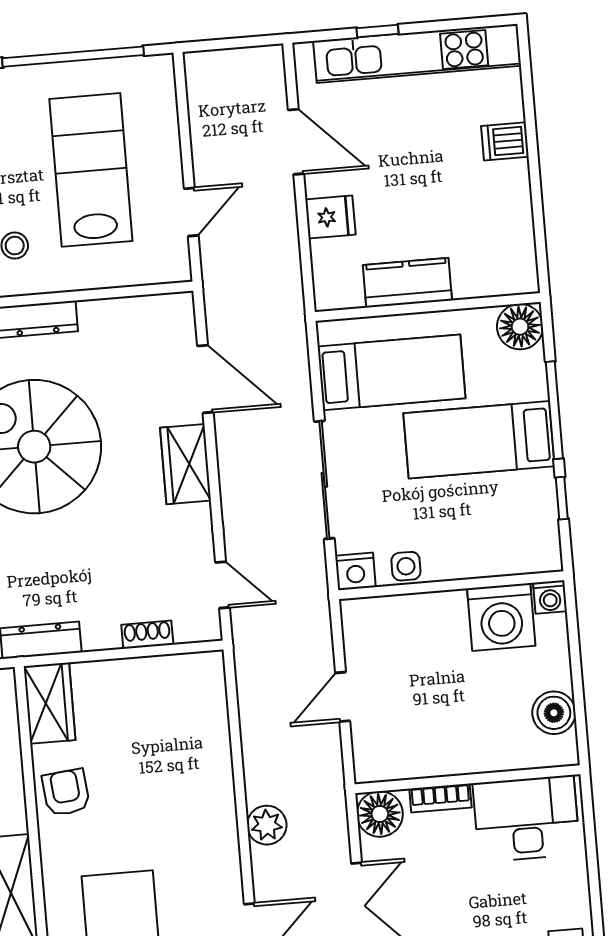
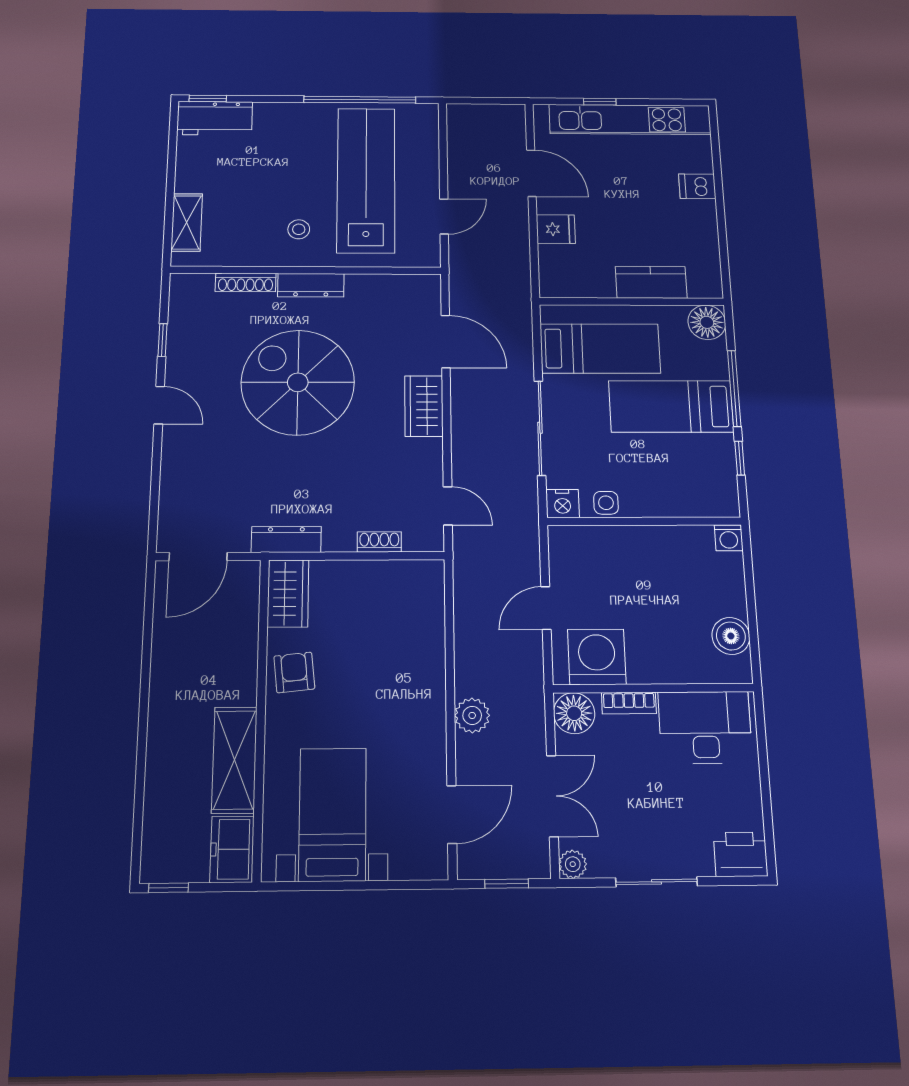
lab bench: (91, 170) -> (366, 180), width x1.36
kitchen counter: (407, 283) -> (651, 282), moved
washing machine: (501, 617) -> (597, 657), moved, turned 180

